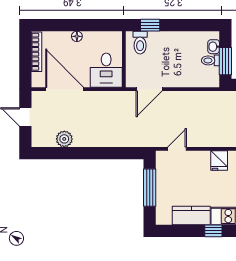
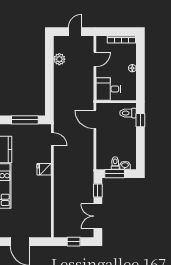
door: (65, 89) -> (95, 59), width x0.53

